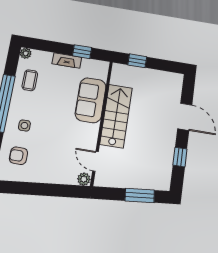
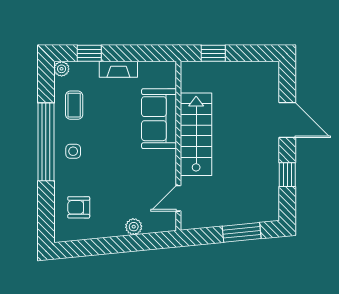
window: (82, 52) -> (89, 53), moved
side table: (24, 126) -> (73, 151), moved
door: (96, 161) -> (178, 198), hinge flipped
plant: (84, 179) -> (134, 227), moved

